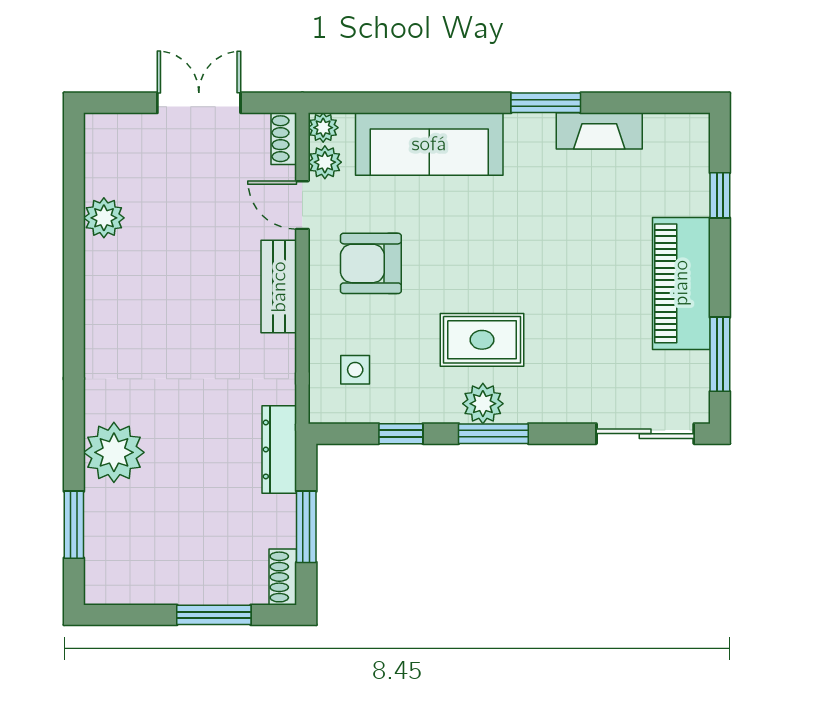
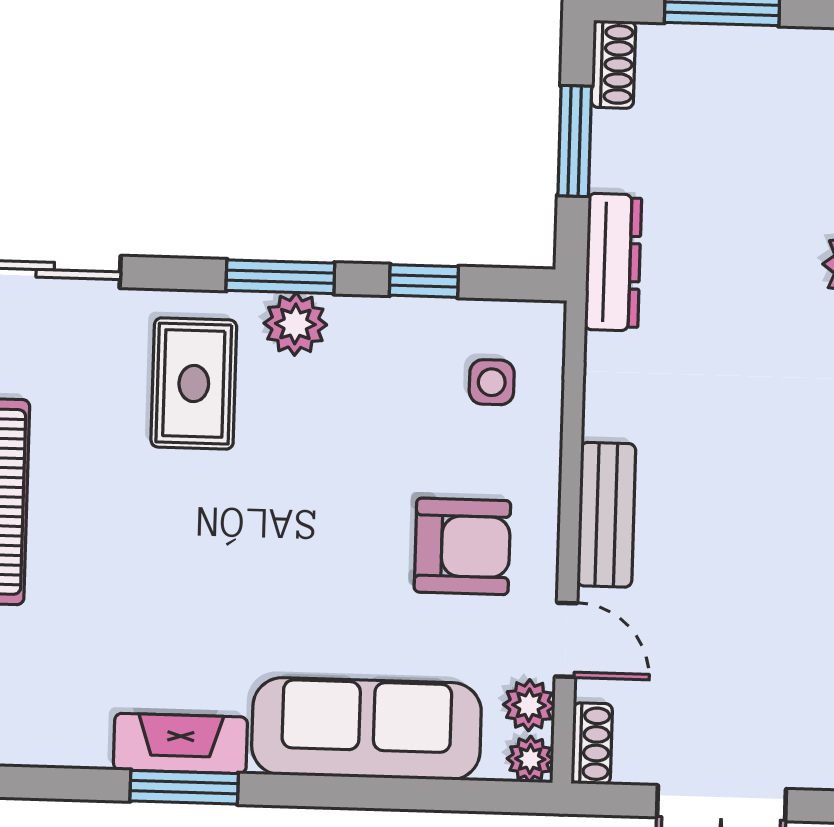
fireplace: (599, 131) -> (180, 743), moved
rug: (482, 340) -> (194, 384), moved, turned 90

